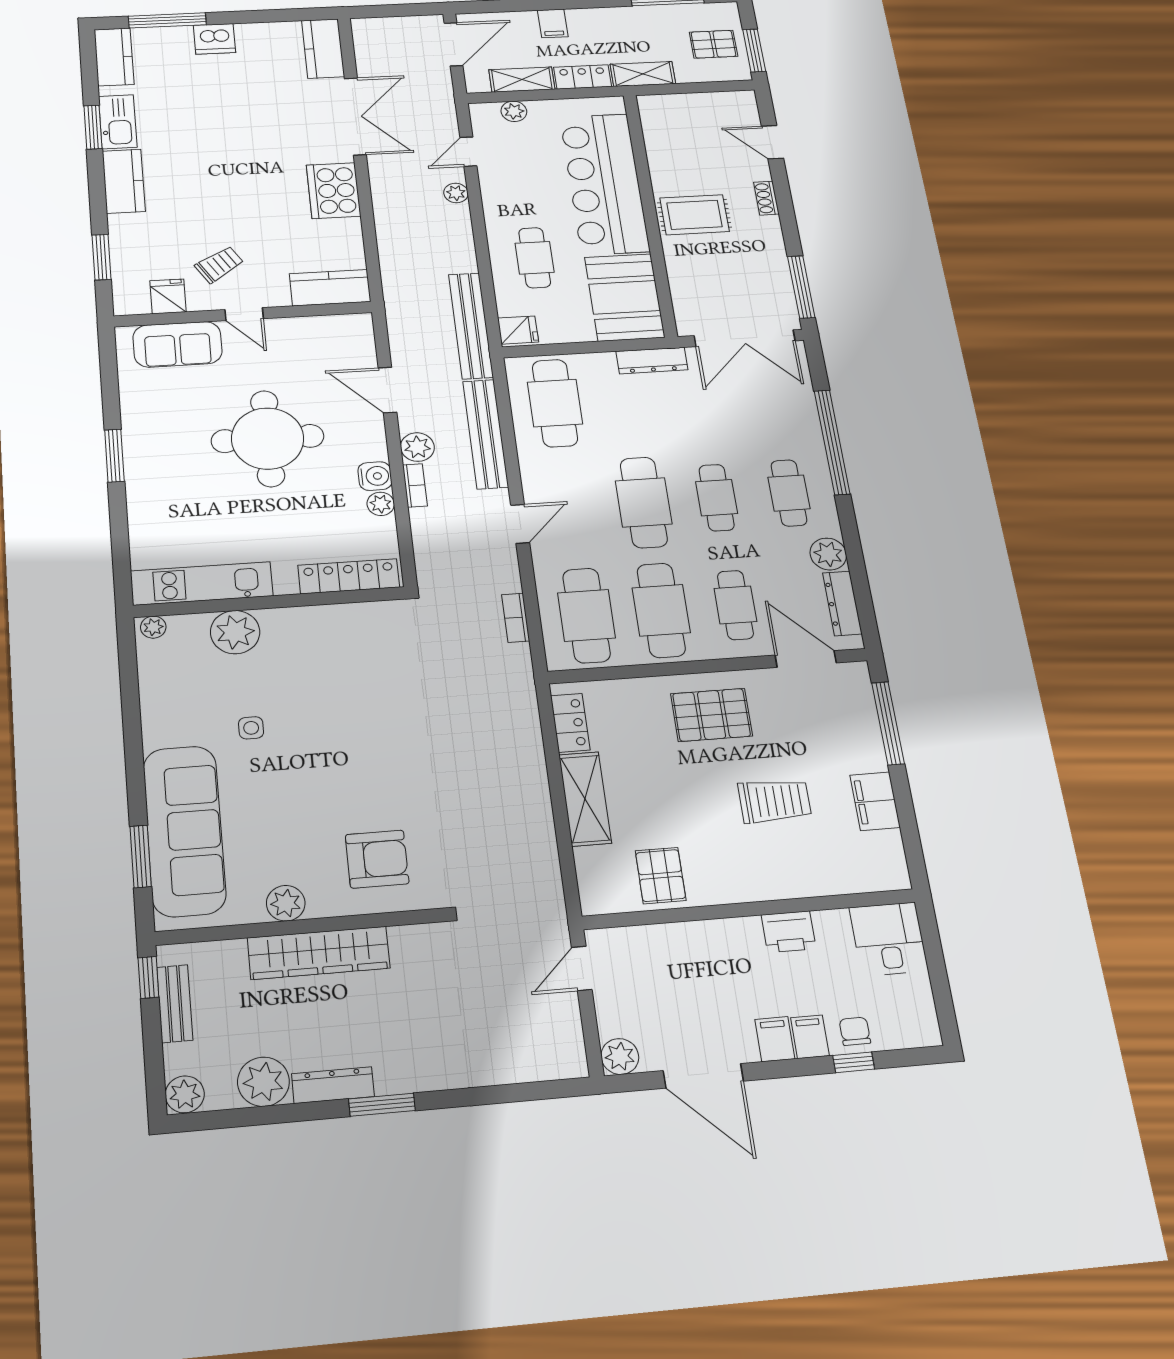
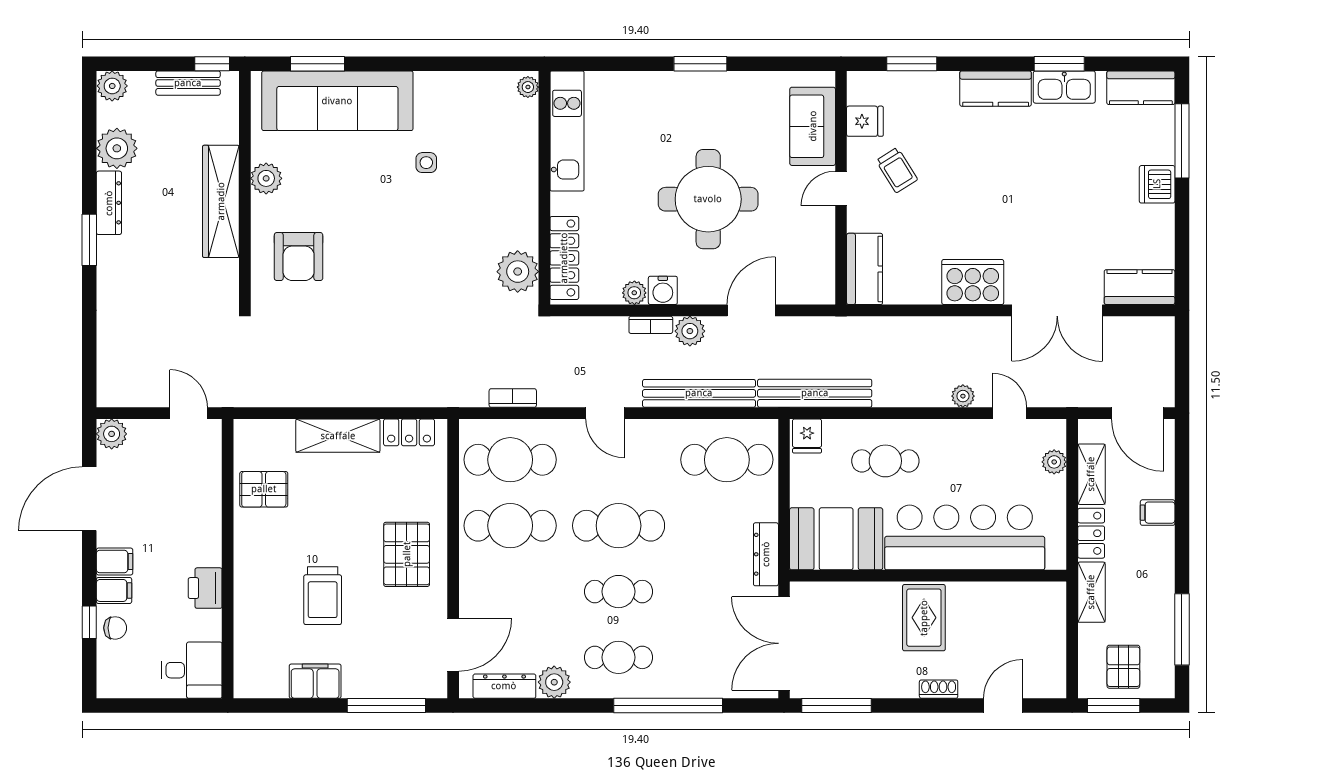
cafe table: (735, 605) -> (510, 592), removed
plant: (235, 632) -> (518, 272), moved

